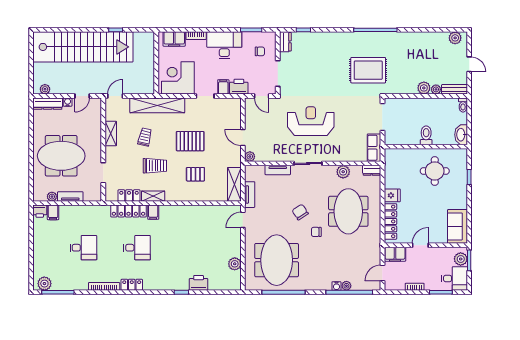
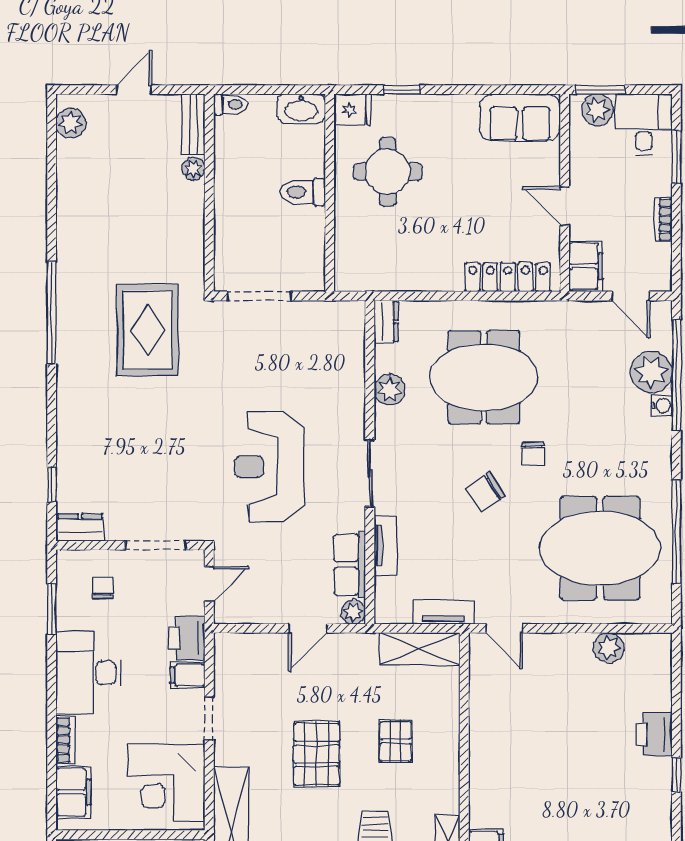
plant: (424, 88) -> (190, 197), removed
row of seats: (374, 148) -> (350, 565), moved, turned 90
fridge: (392, 195) -> (353, 110), moved, turned 90
plant: (346, 286) -> (651, 372), width x1.87, depth x1.87

